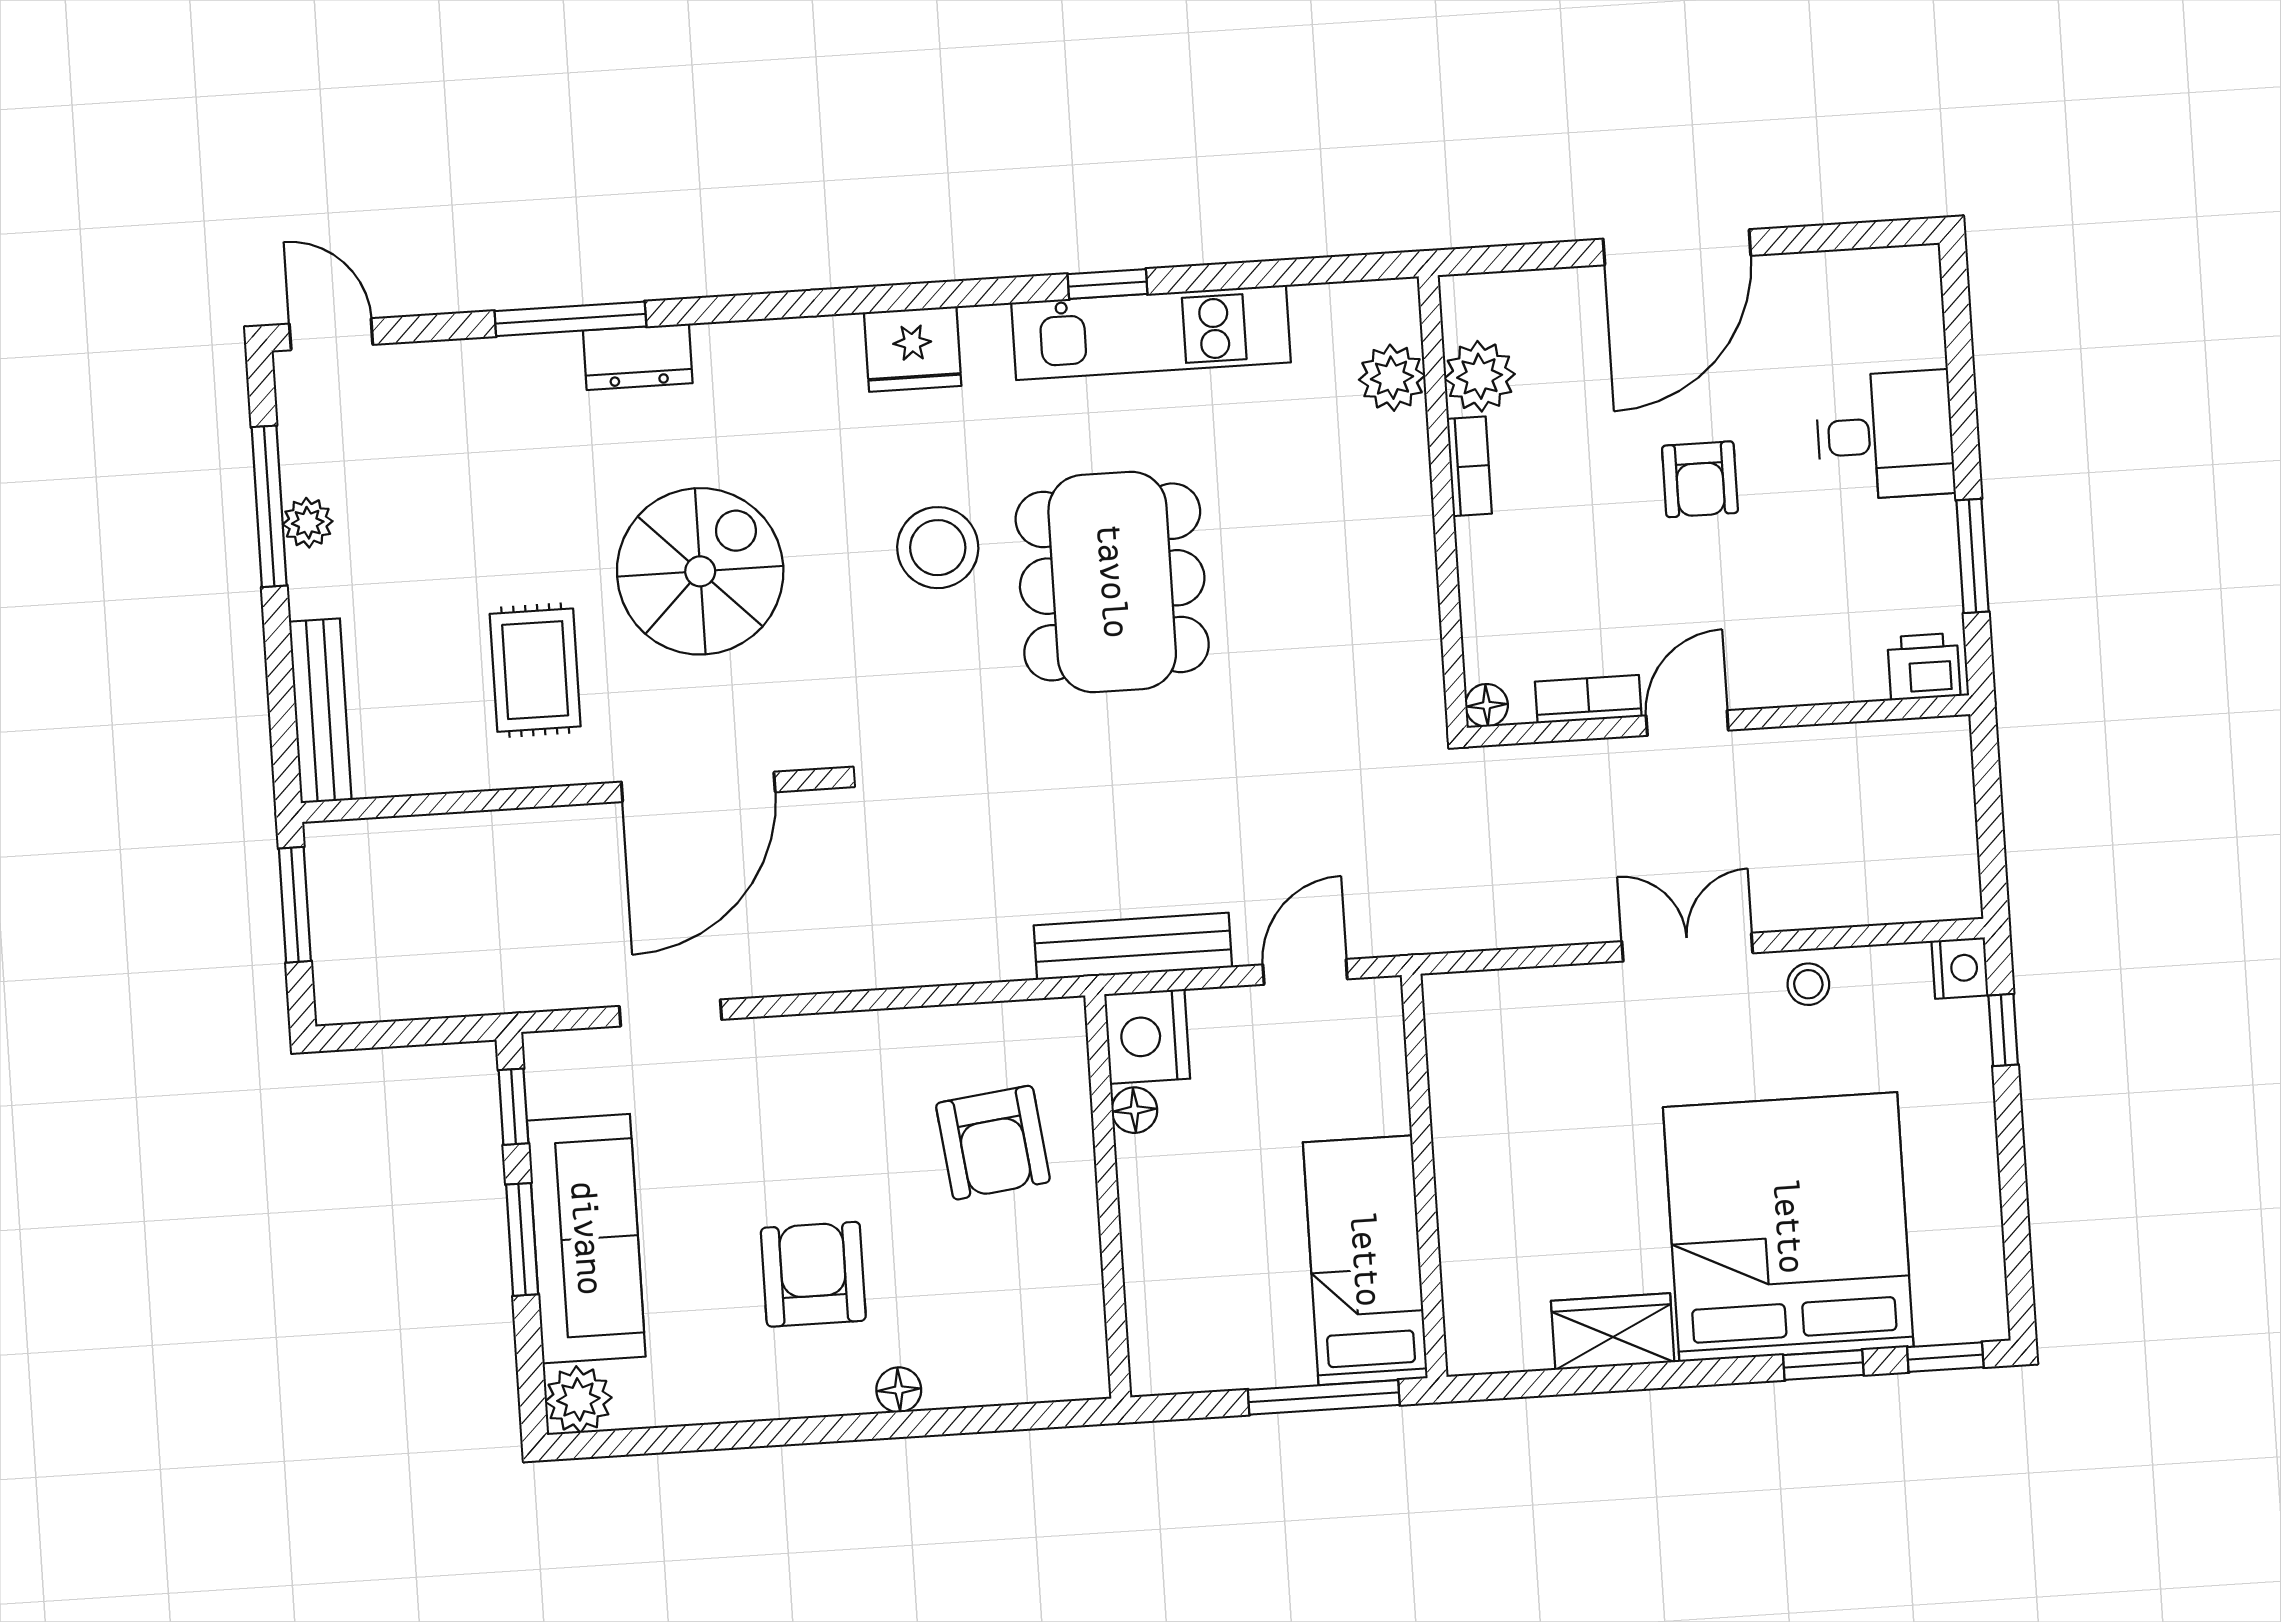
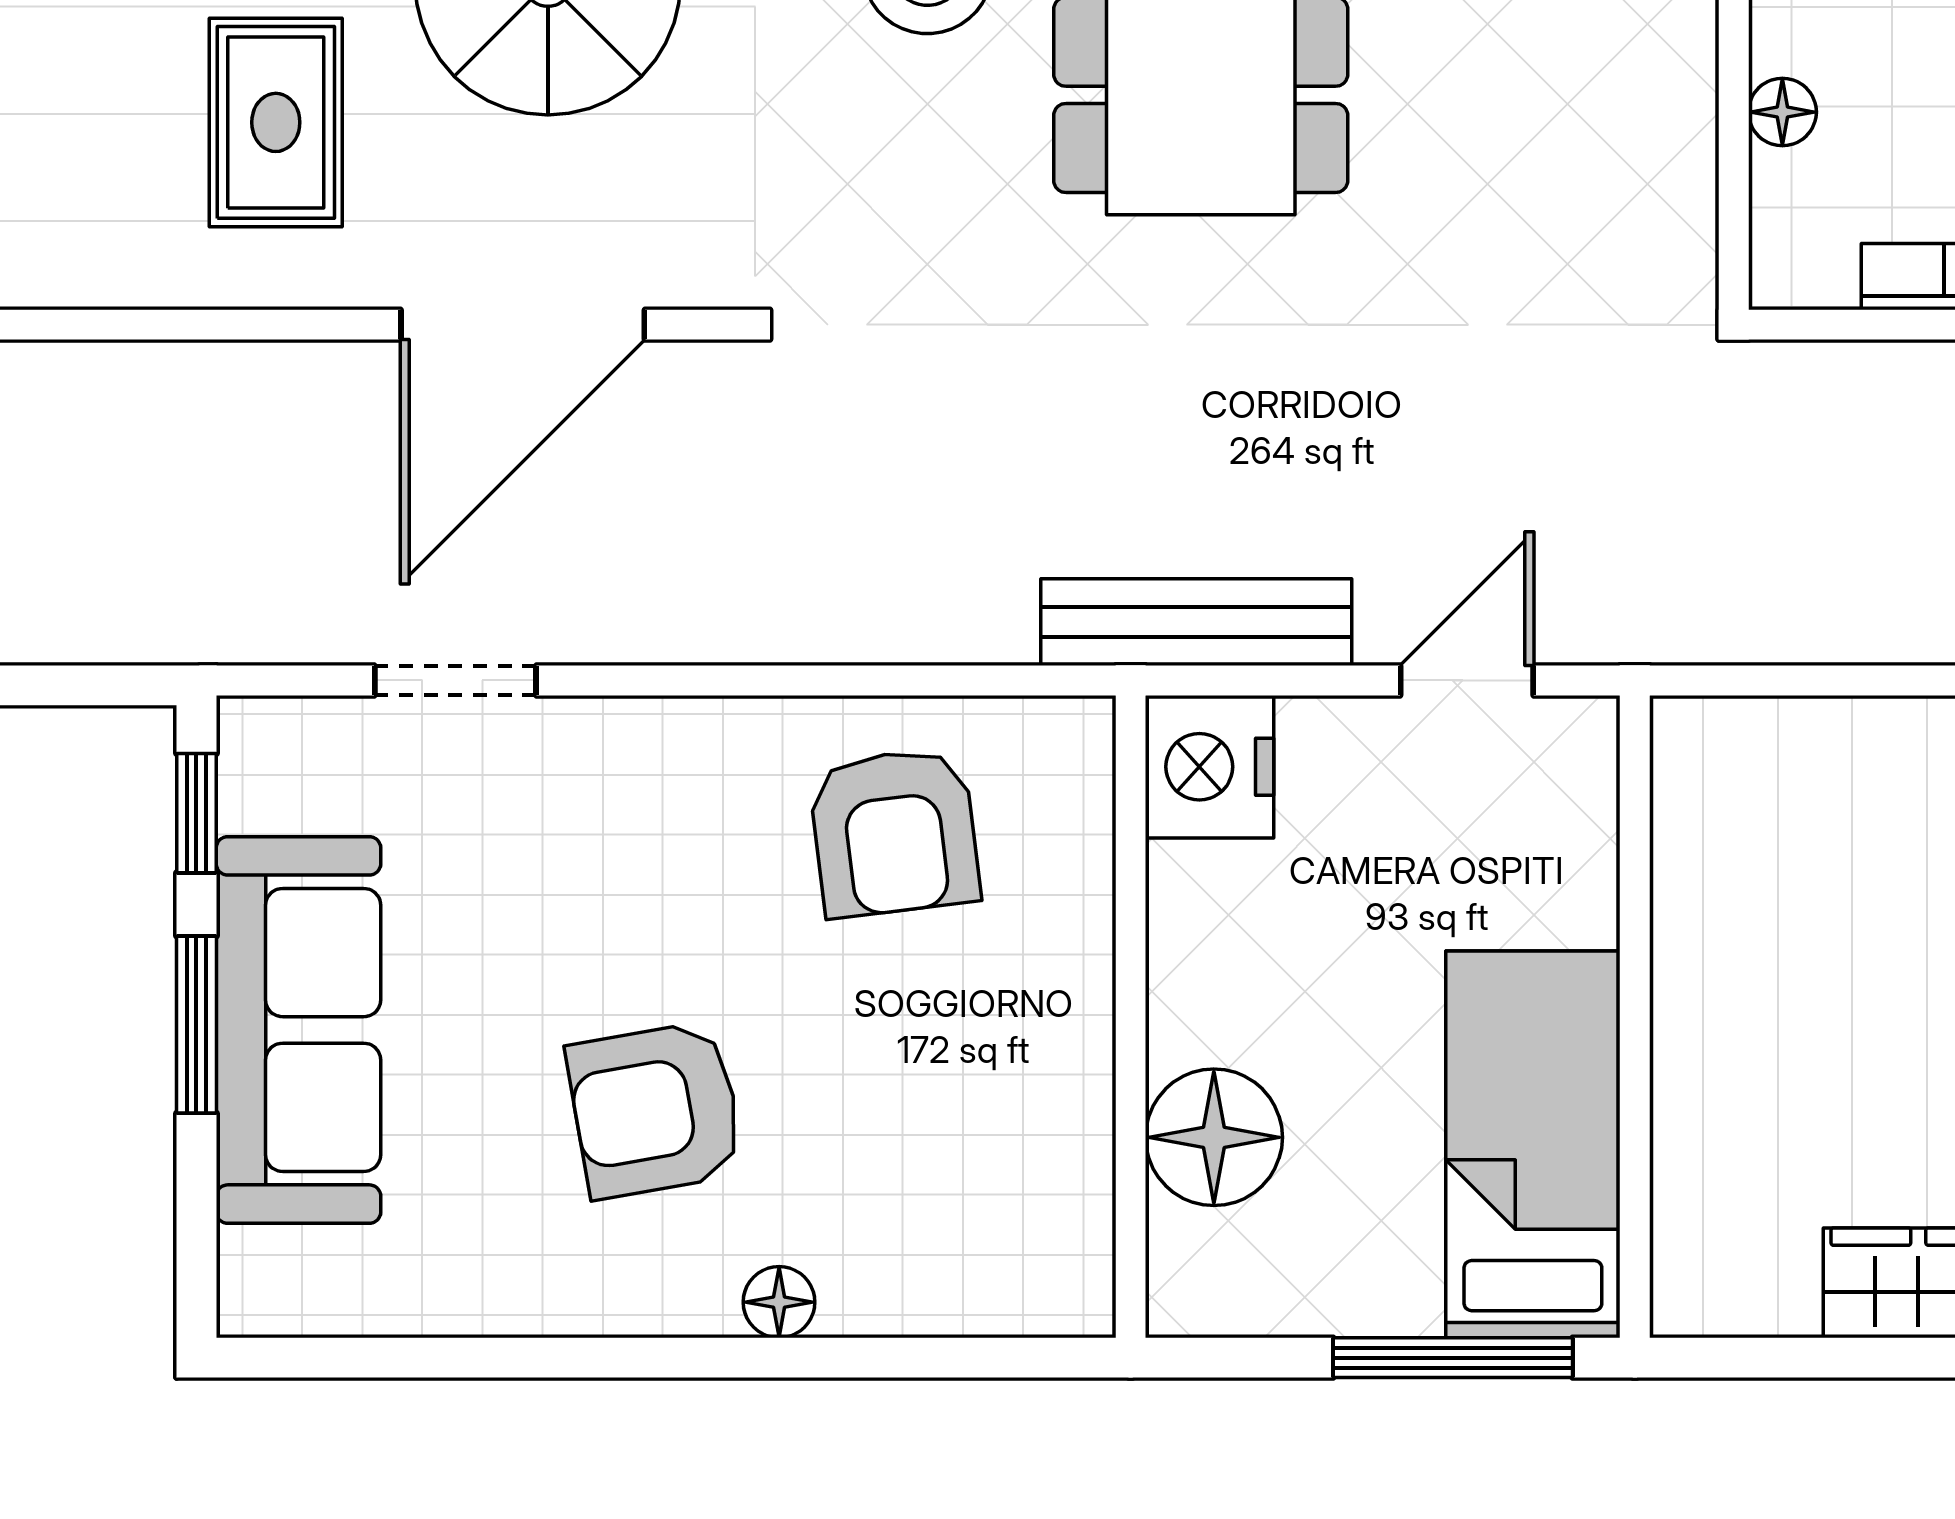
floor lamp: (1487, 705) -> (1782, 112), moved
floor lamp: (1134, 1110) -> (1214, 1137), moved, width x1.89, depth x1.89
armchair: (993, 1143) -> (894, 832), moved
armchair: (813, 1274) -> (655, 1110), turned -100
plant: (578, 1399) -> (270, 1285), removed

